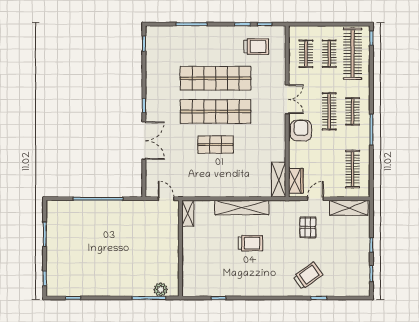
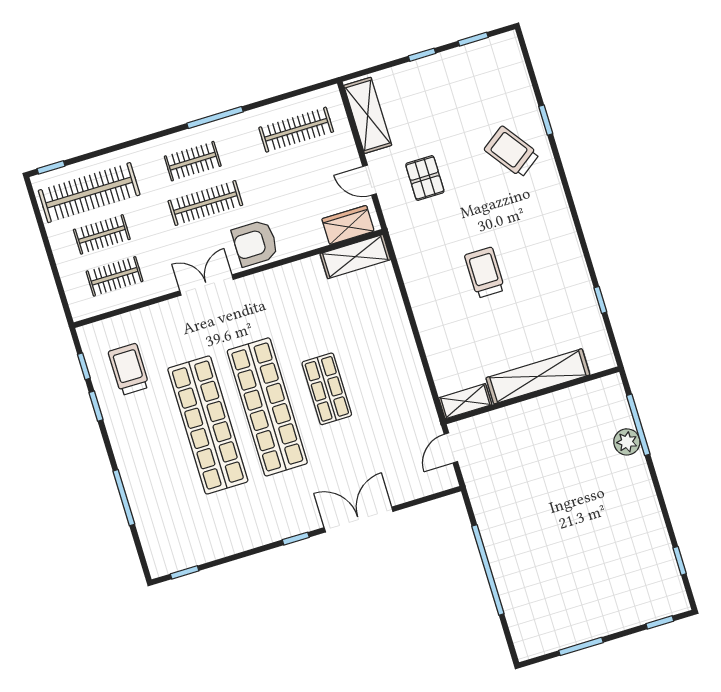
shelving: (242, 208) -> (538, 376), moved, turned 90
pallet: (308, 227) -> (425, 178), turned 90
plant: (161, 289) -> (627, 442), moved

